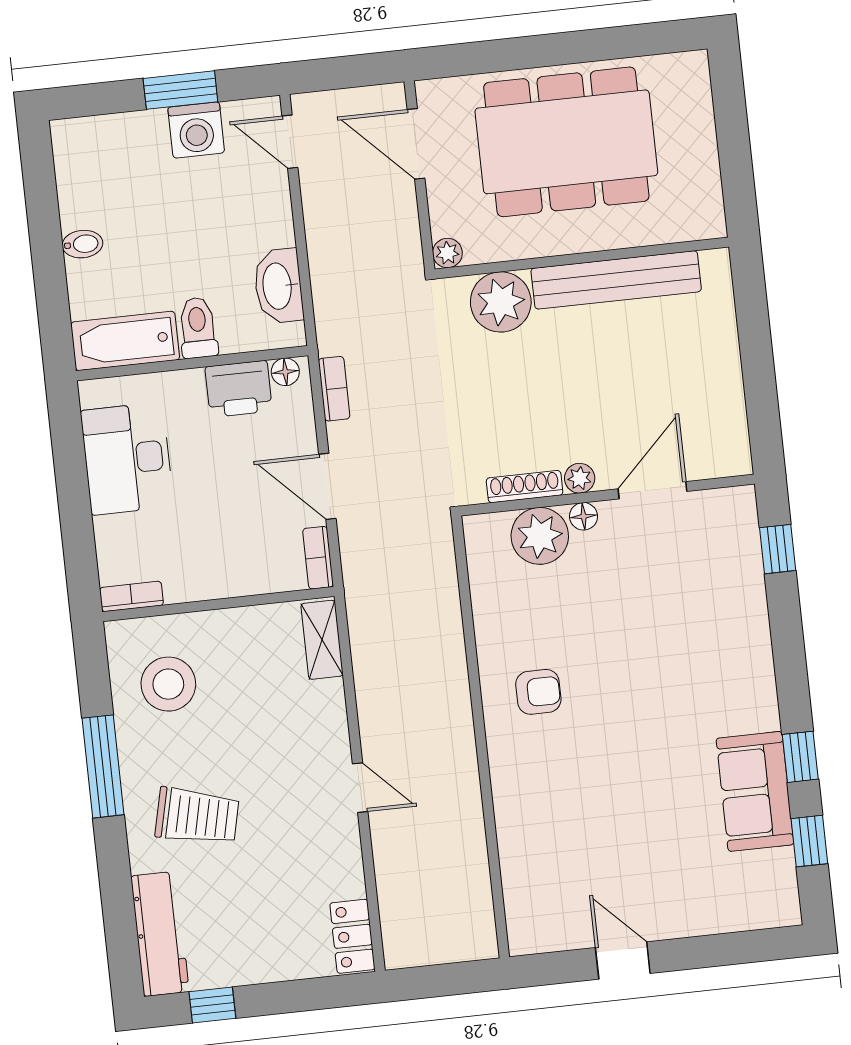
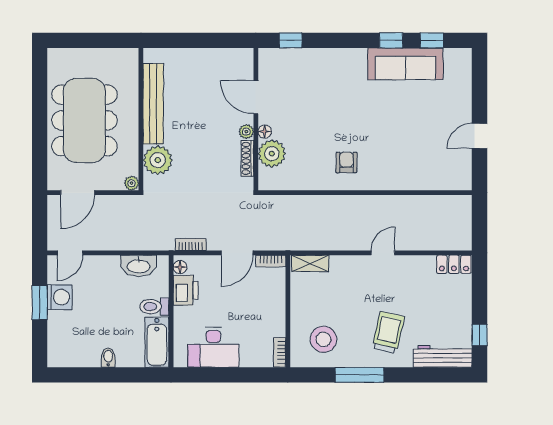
sofa: (755, 791) -> (405, 64), width x1.36

